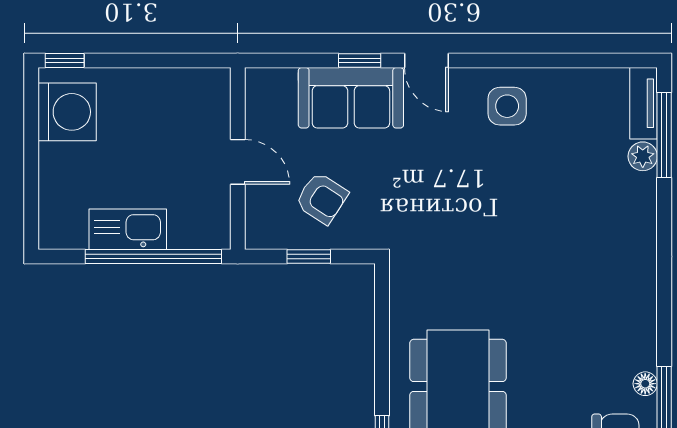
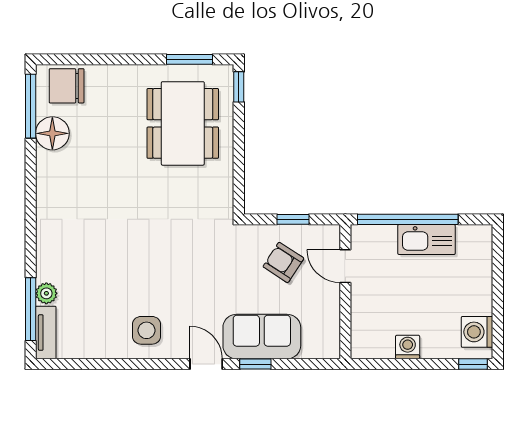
washing machine: (153, 84) -> (408, 347), added
washing machine: (67, 112) -> (477, 332), width x0.73, depth x0.73
door: (238, 162) -> (345, 266), moved
floor lamp: (645, 384) -> (52, 133), width x1.89, depth x1.89

